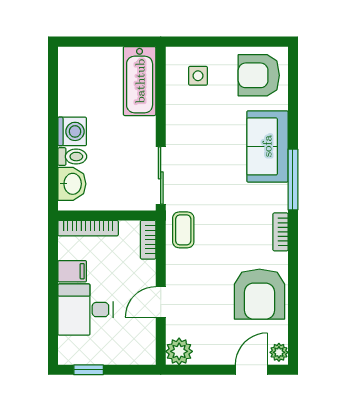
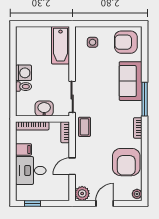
washbasin: (72, 184) -> (44, 109), moved, turned -90
door: (251, 370) -> (105, 204), moved

